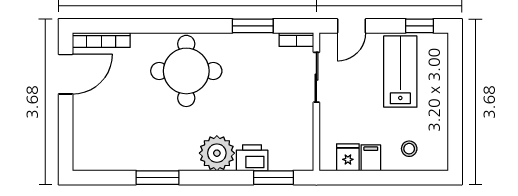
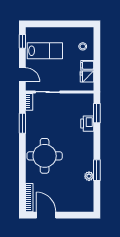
lab bench: (400, 72) -> (45, 51), turned 180
plant: (217, 153) -> (89, 176), moved, width x0.53, depth x0.53

